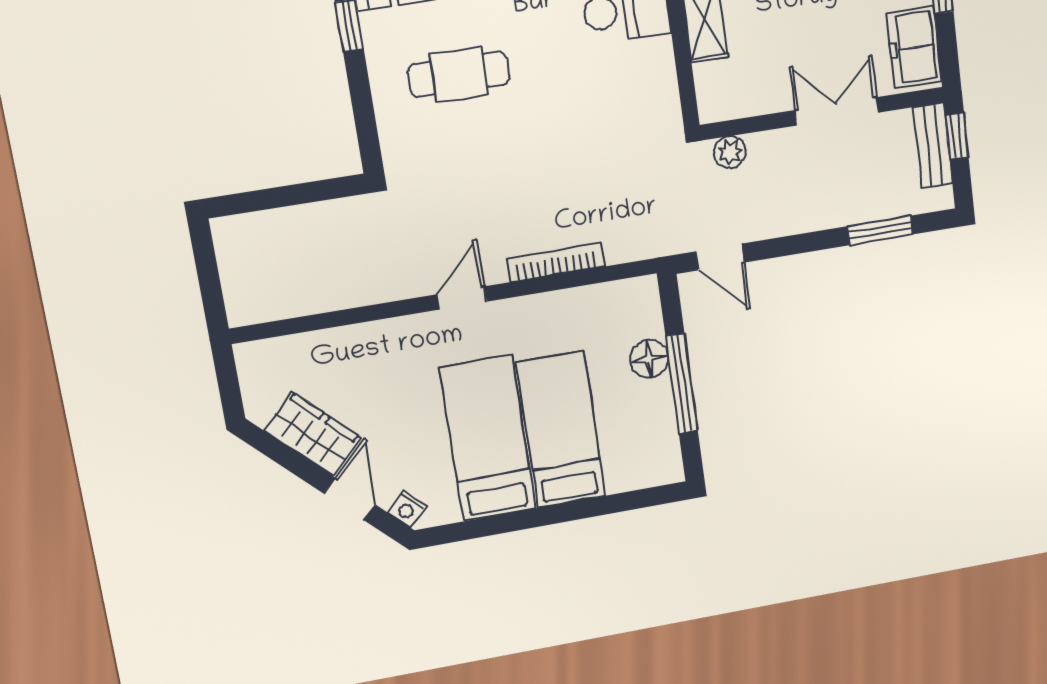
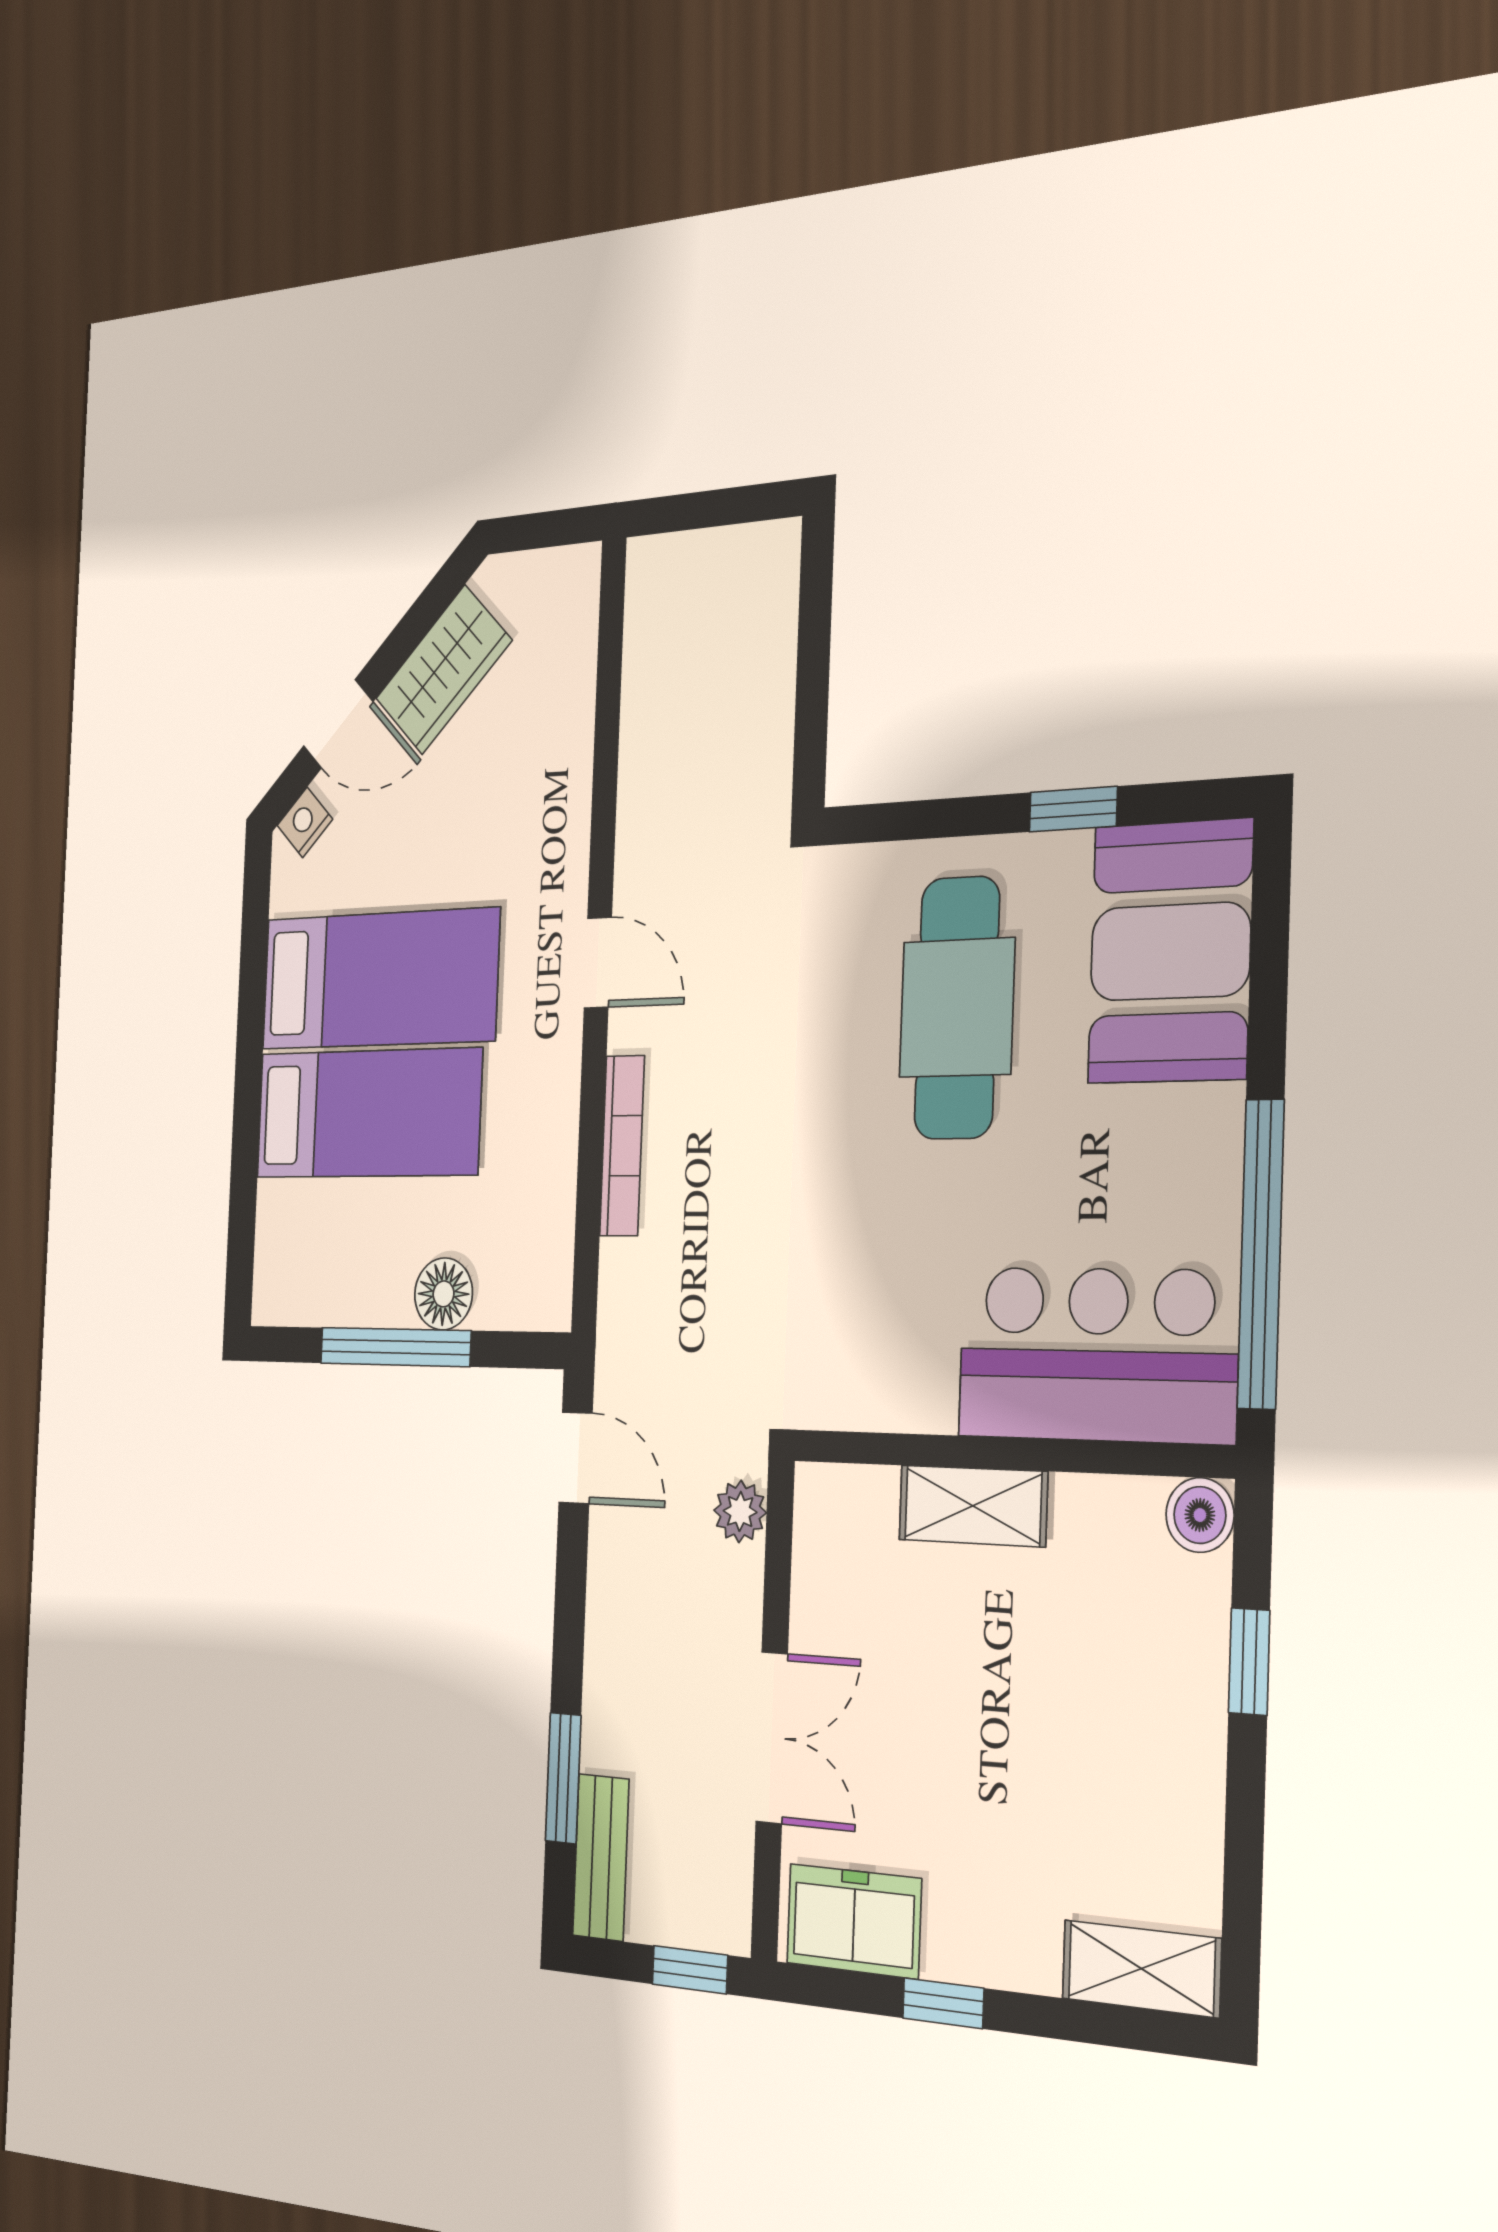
cafe table: (459, 74) -> (957, 1008), width x1.37, depth x1.35
bench: (933, 145) -> (601, 1857), moved, turned 90
door: (720, 257) -> (576, 1458), swing flipped

